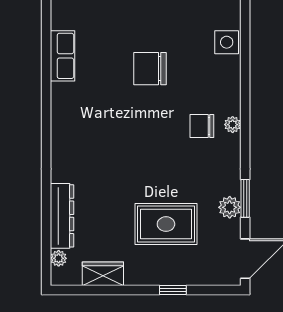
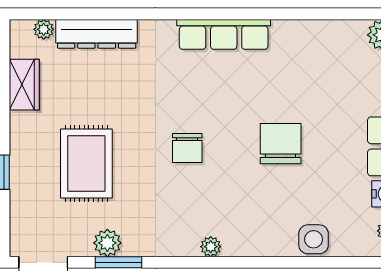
row of seats: (63, 56) -> (224, 34), moved, width x1.48
chair: (202, 126) -> (187, 148), moved, turned 180

